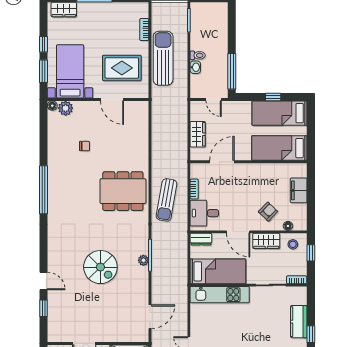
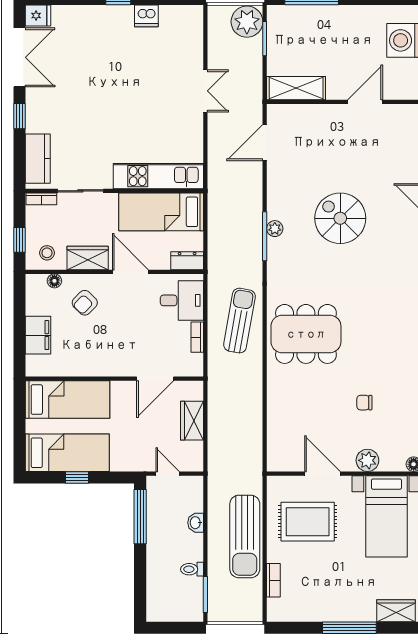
toilet: (198, 55) -> (192, 569), moved
plant: (66, 108) -> (367, 460), moved
kitchen counter: (299, 322) -> (38, 159), moved

